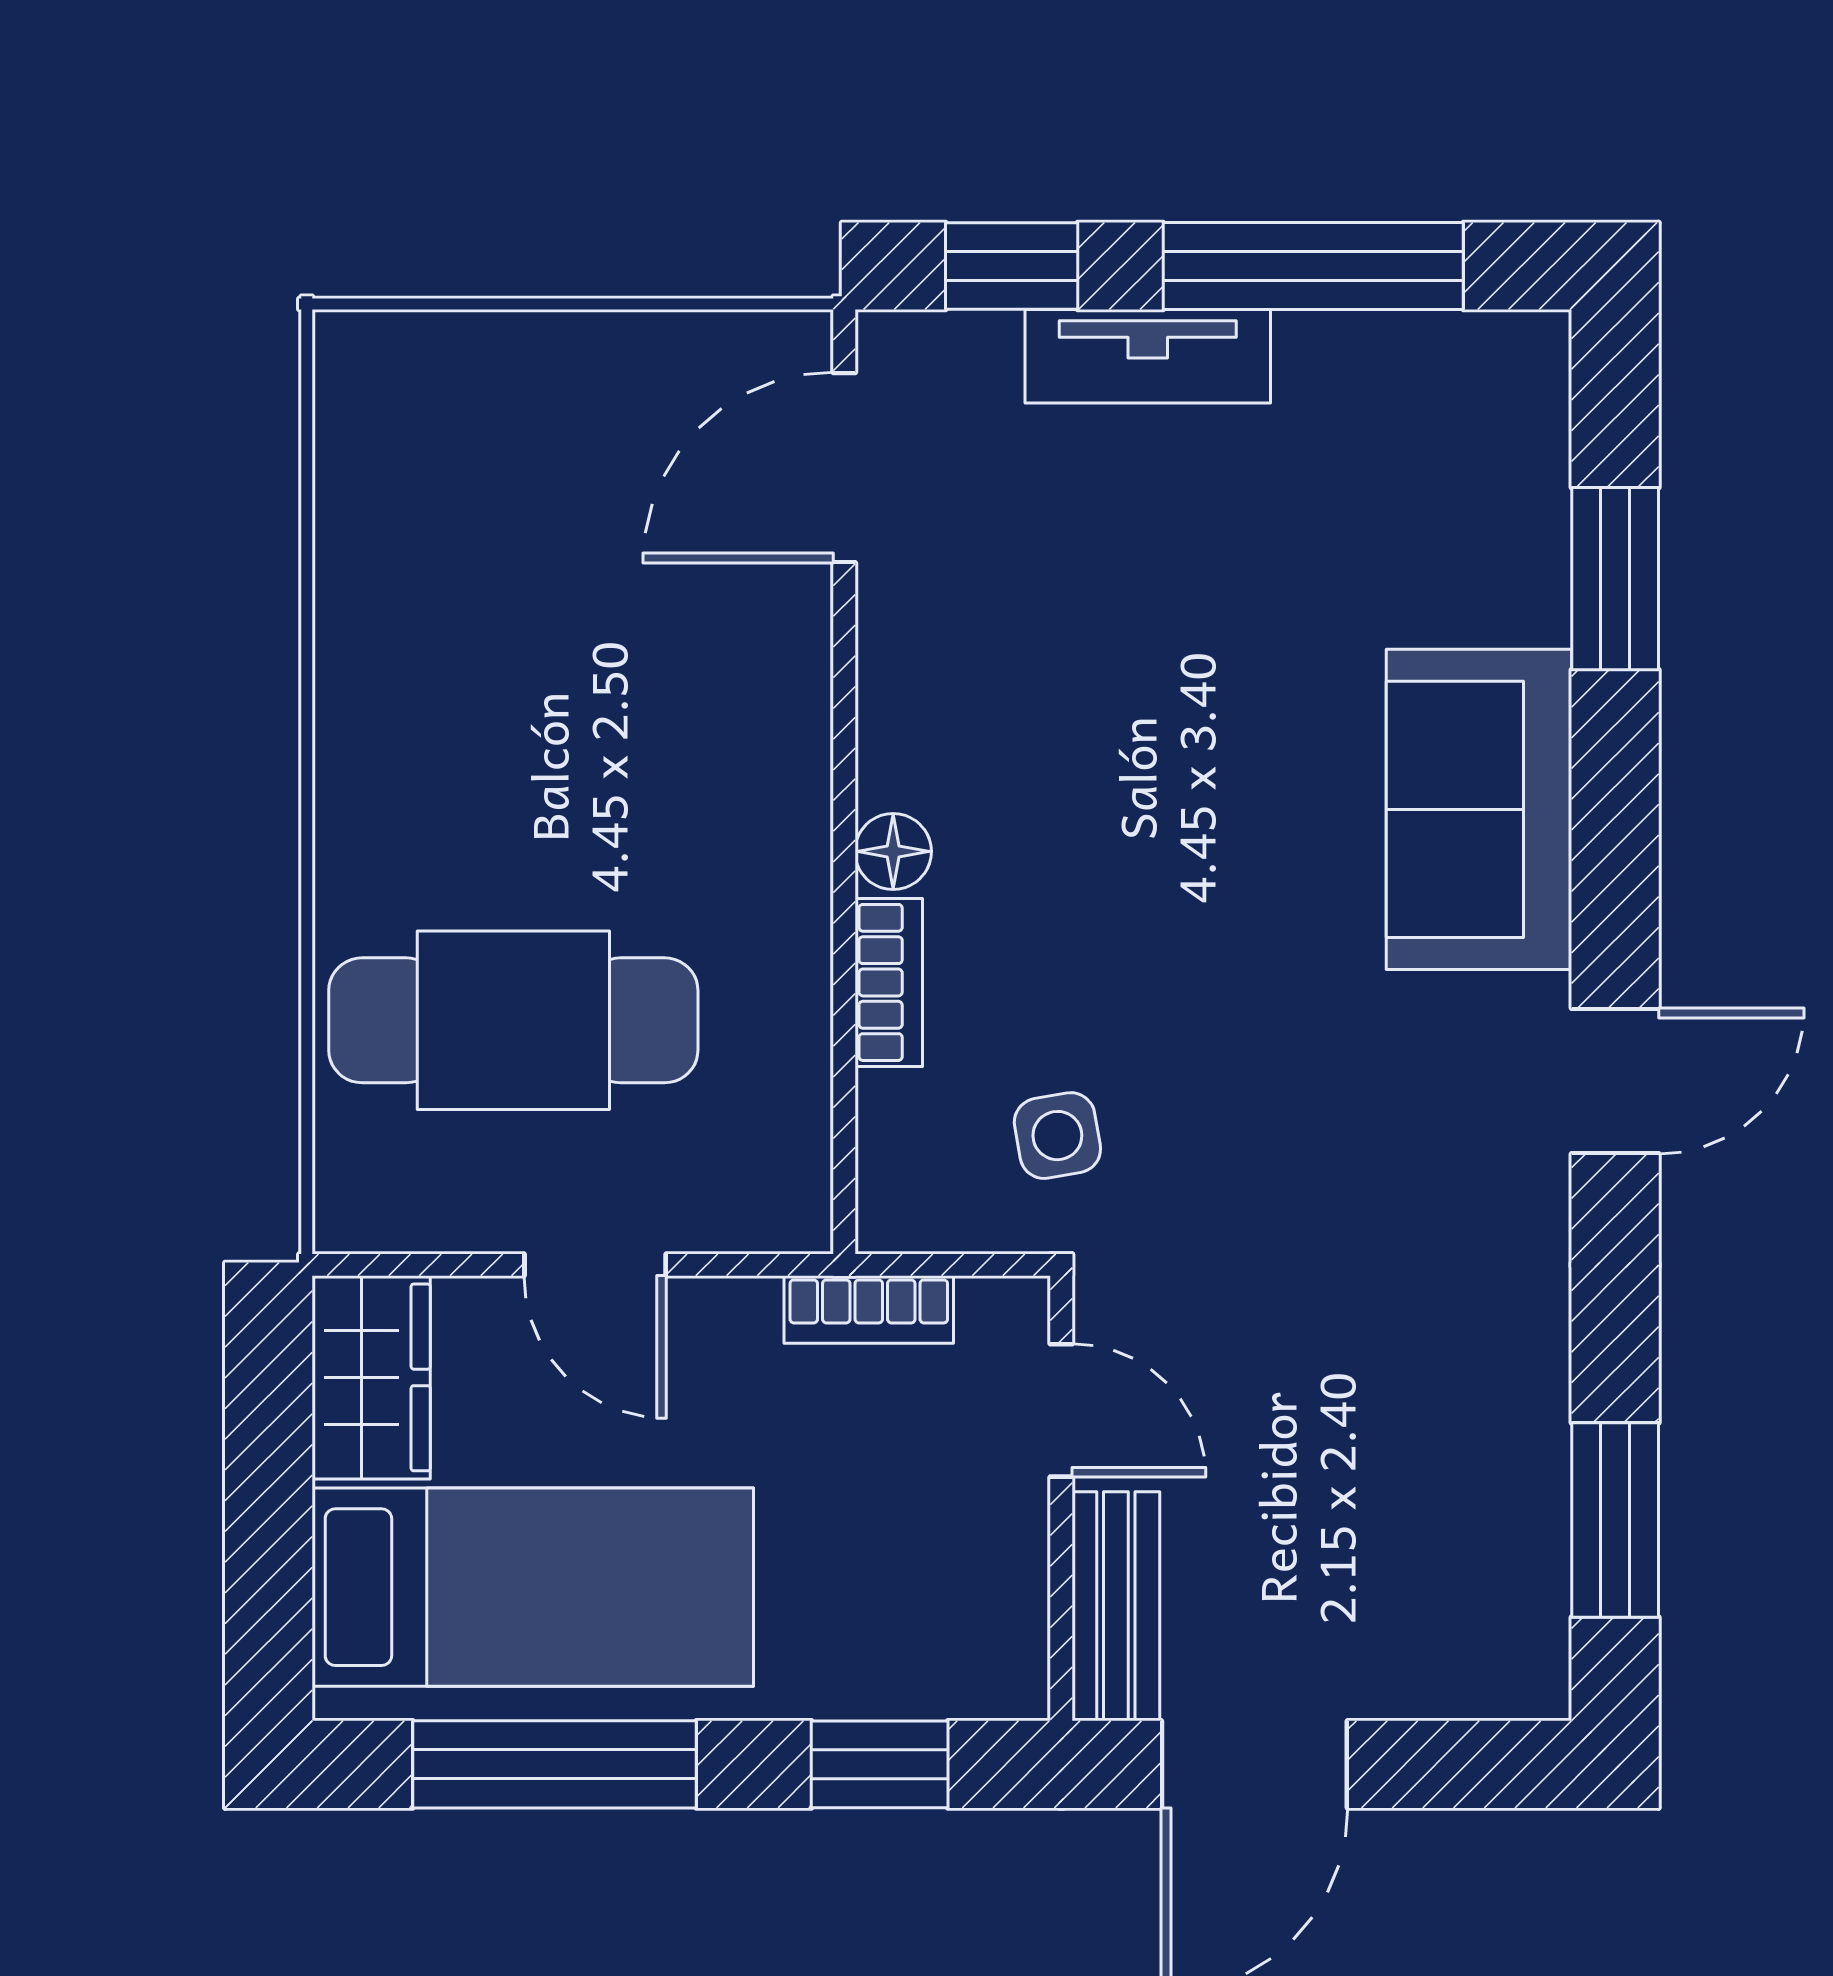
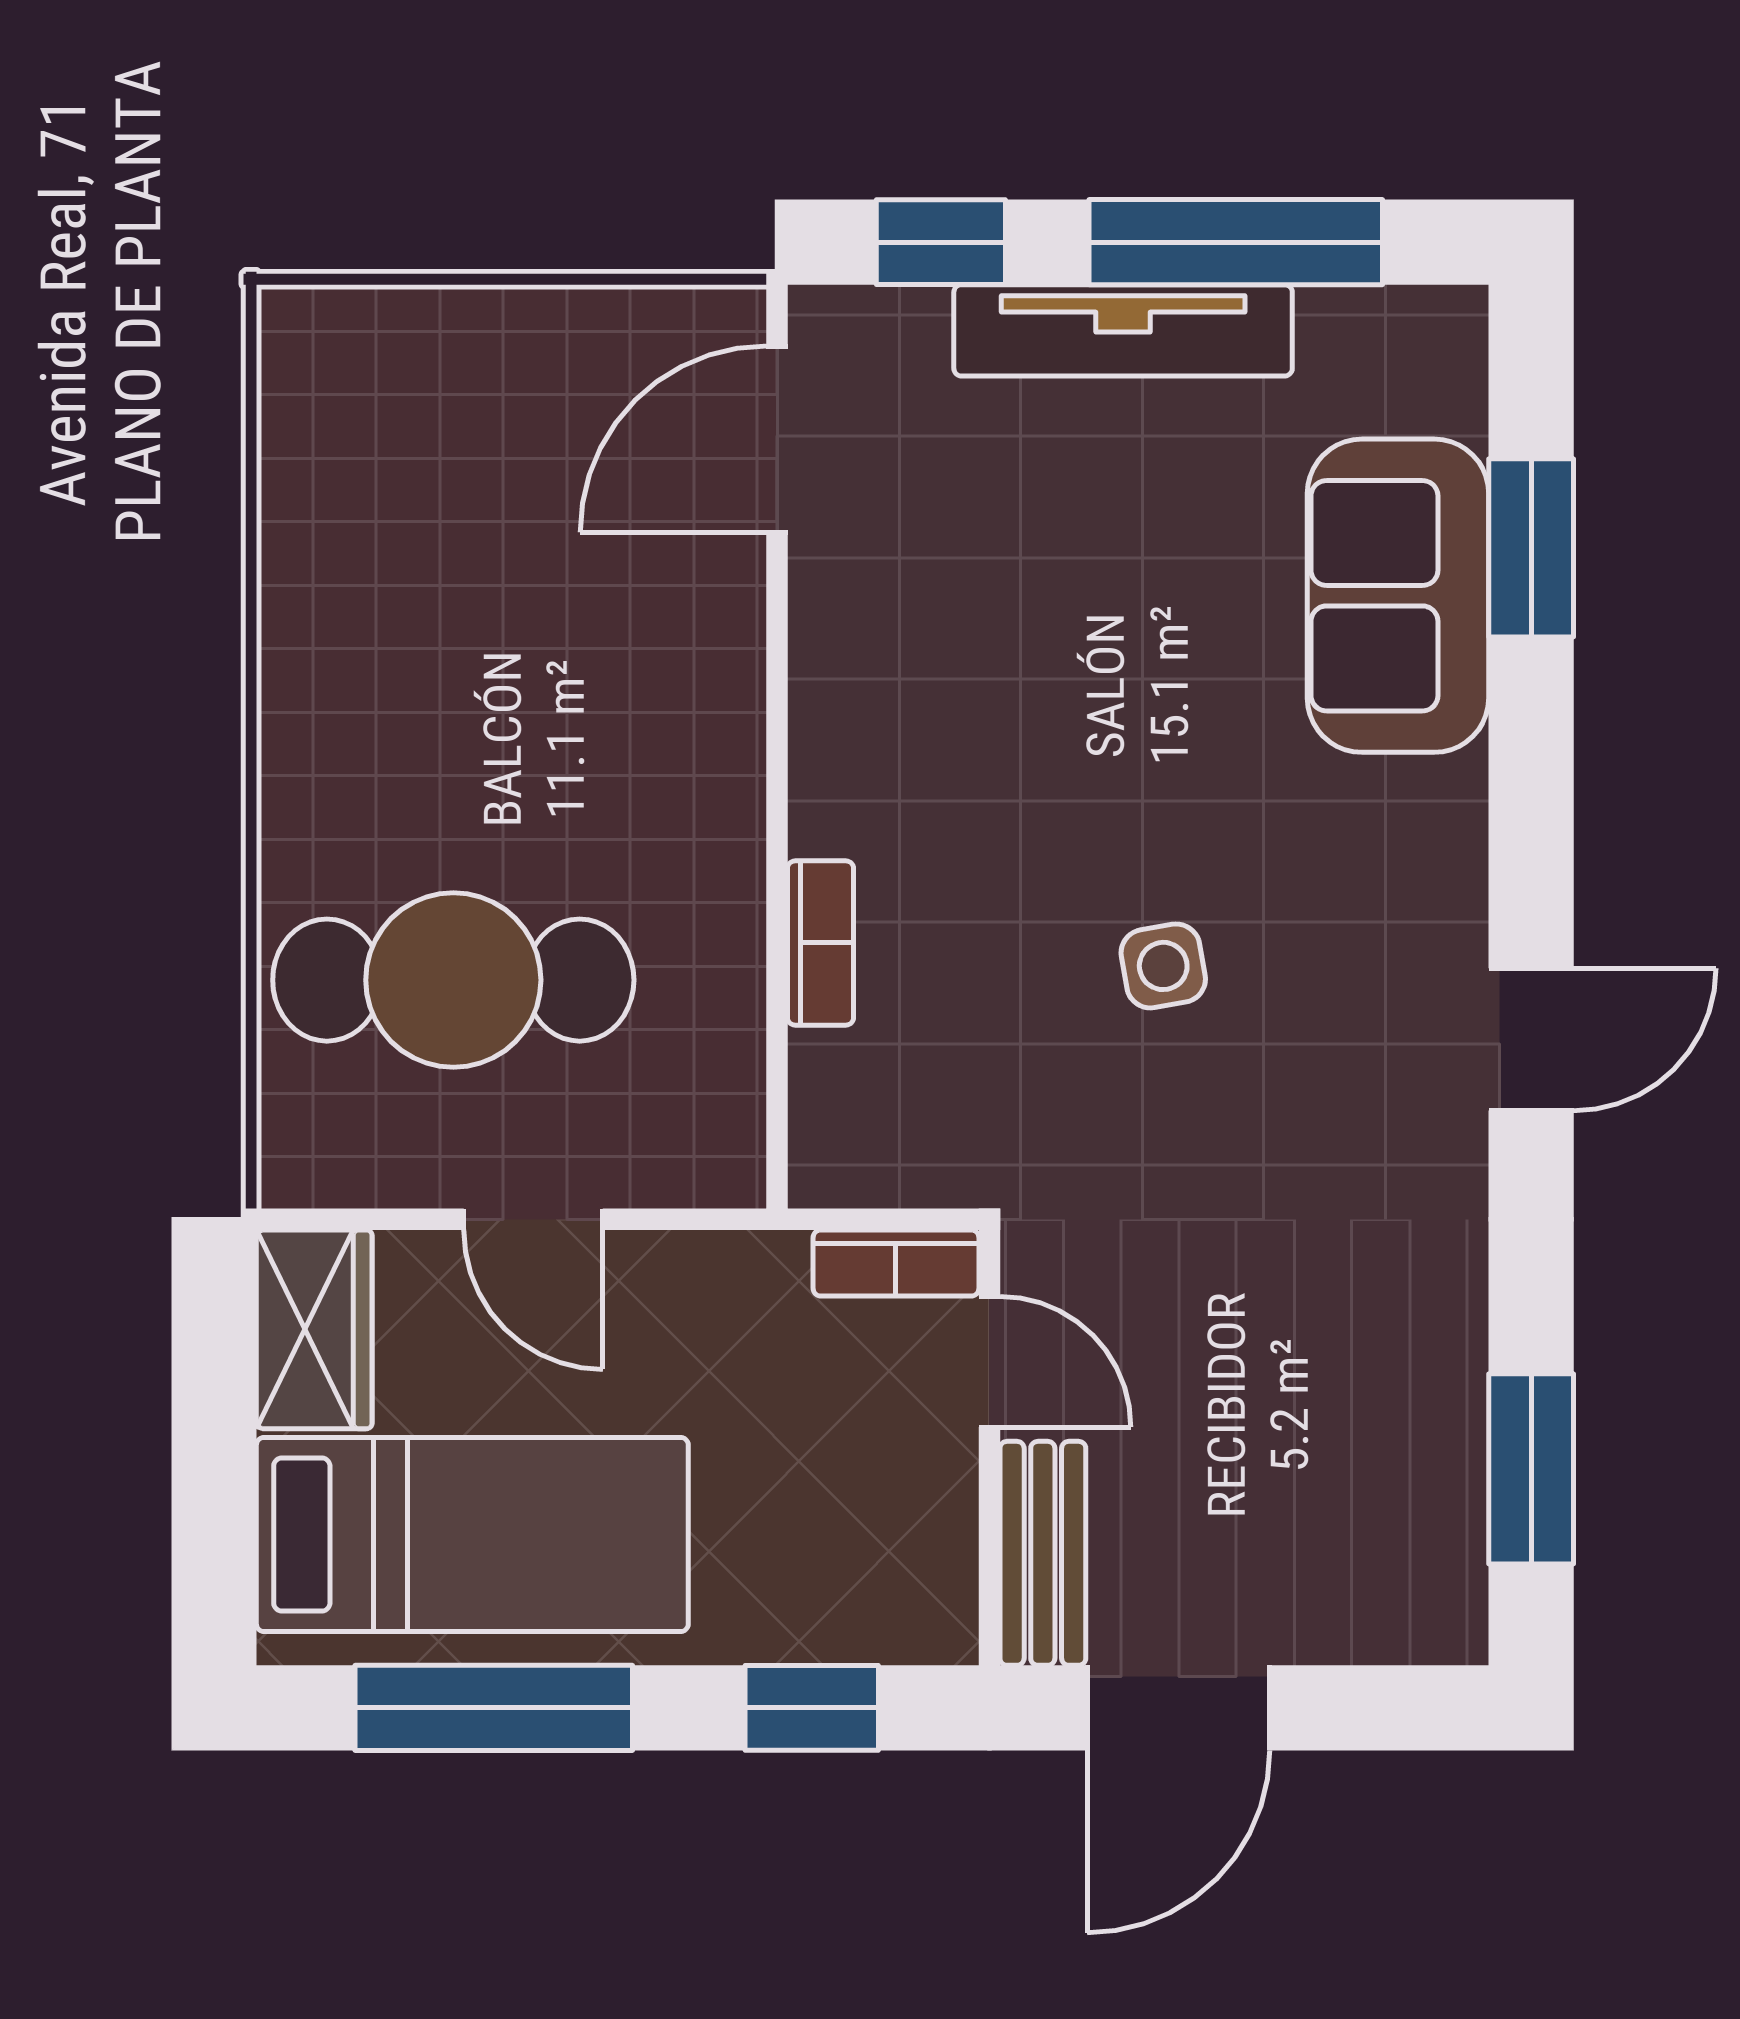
tv unit: (1148, 356) -> (1123, 330), width x1.41
sofa: (1479, 809) -> (1398, 596), moved
floor lamp: (893, 851) -> (825, 815), removed
side table: (1057, 1136) -> (1163, 966), moved
bookcase: (869, 1310) -> (896, 1263), moved

